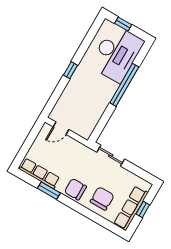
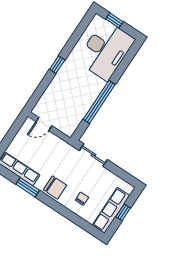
window: (124, 85) -> (99, 102), moved
chair: (75, 189) -> (55, 187), turned 180
chair: (102, 198) -> (82, 199), width x0.54, depth x0.54

